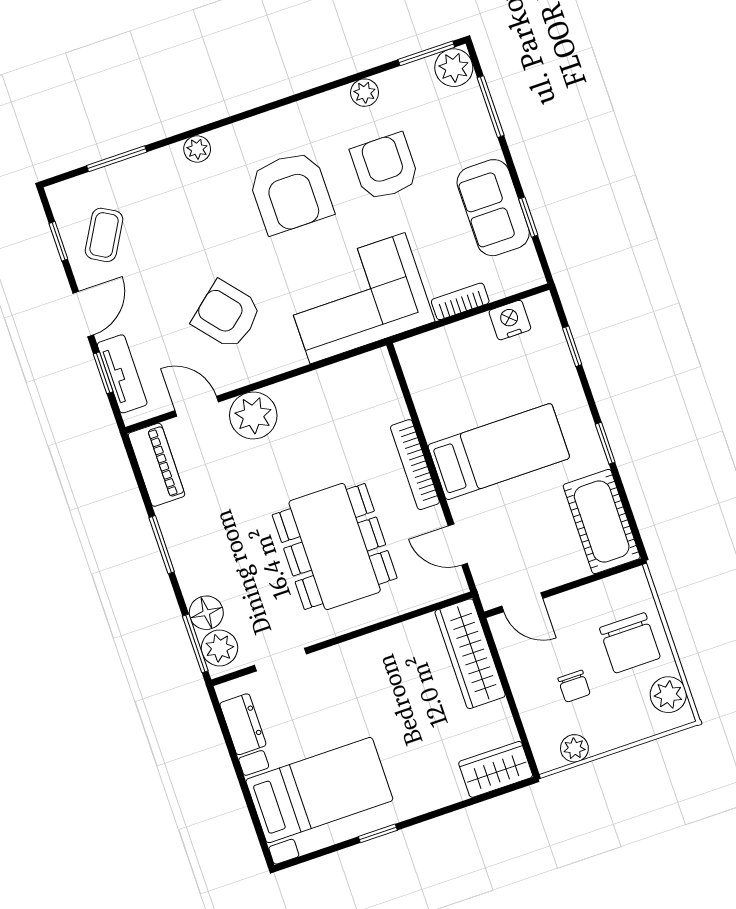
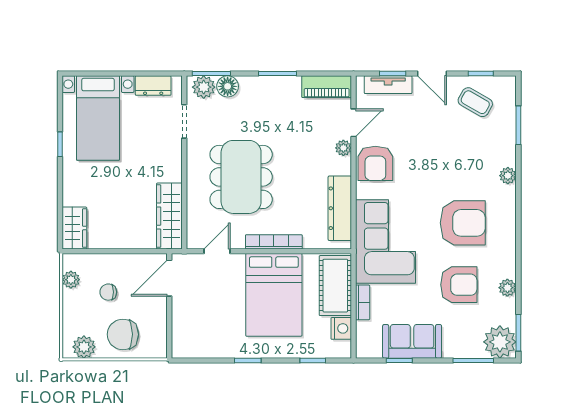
plant: (454, 68) -> (500, 342), width x1.36, depth x1.36
armchair: (291, 192) -> (463, 223), turned 180
armchair: (227, 315) -> (375, 163), moved, turned 130
dresser: (331, 383) -> (340, 208), added
plant: (253, 415) -> (343, 148), width x0.53, depth x0.53
bed: (499, 452) -> (274, 295), width x1.50
cot: (602, 522) -> (335, 286), moved, turned 90
dining table: (335, 546) -> (241, 177), turned 90
door: (522, 602) -> (169, 278), width x1.38
wardrobe: (470, 654) -> (169, 216), moved, turned -90

